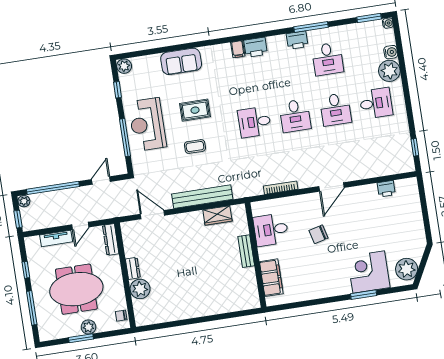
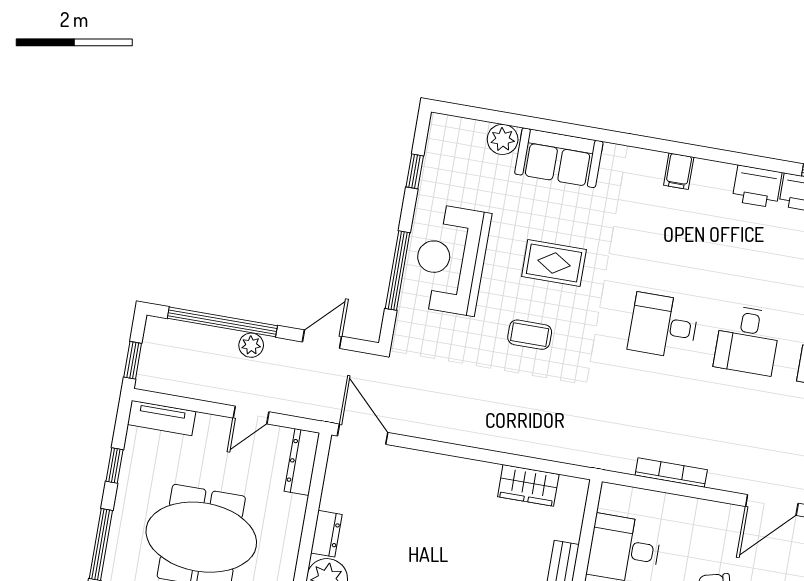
printer: (256, 47) -> (757, 187), moved
plant: (124, 66) -> (503, 139), moved
bench: (202, 197) -> (511, 438), removed
plant: (24, 201) -> (251, 345), moved
door: (152, 215) -> (363, 434), moved
tv unit: (56, 238) -> (162, 418), moved

